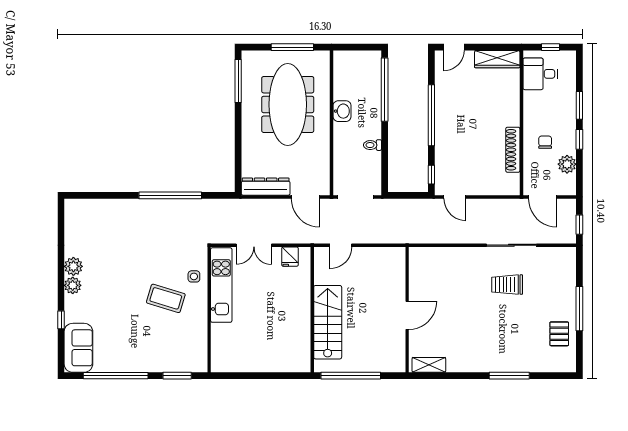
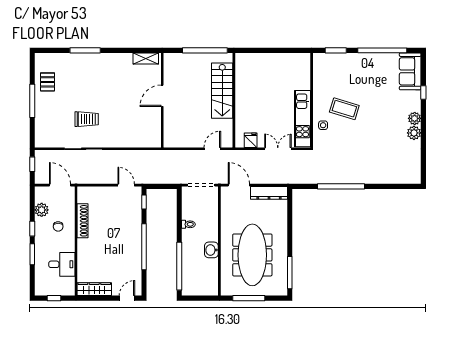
desk: (540, 74) -> (62, 264), moved

